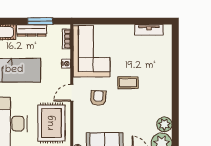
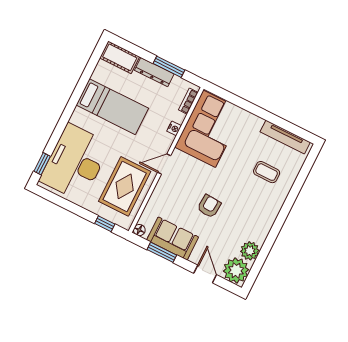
tv unit: (149, 30) -> (285, 137), width x1.41
coffee table: (128, 83) -> (267, 172), moved
armchair: (98, 98) -> (209, 206), moved

